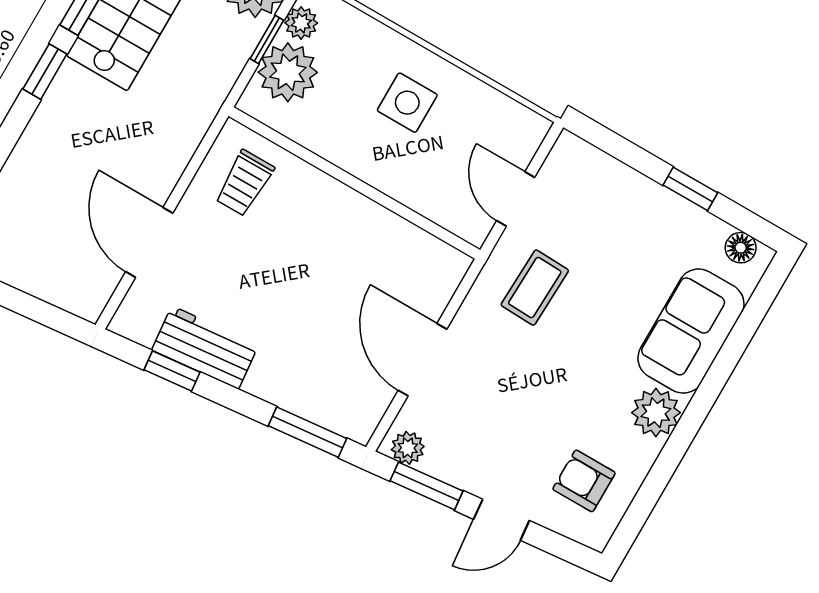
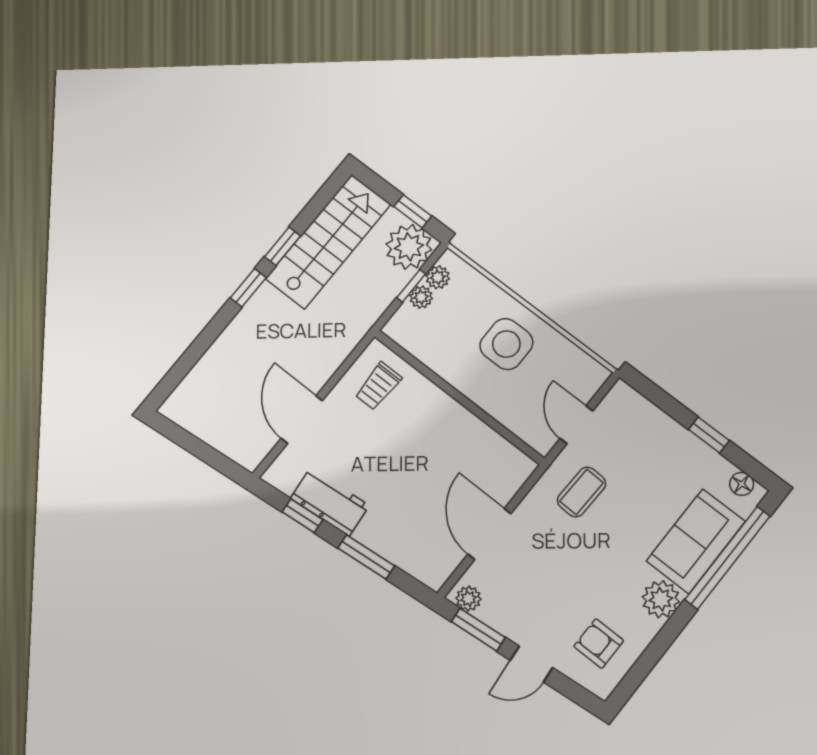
plant: (288, 72) -> (421, 297), width x0.53, depth x0.53
side table: (407, 103) -> (506, 344), width x1.37, depth x1.37
window: (734, 347) -> (727, 558), added
window: (307, 432) -> (366, 557), moved

